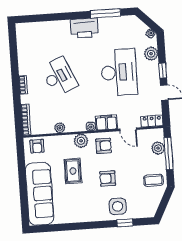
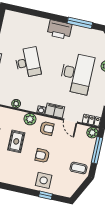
plant: (158, 148) -> (92, 133), moved

